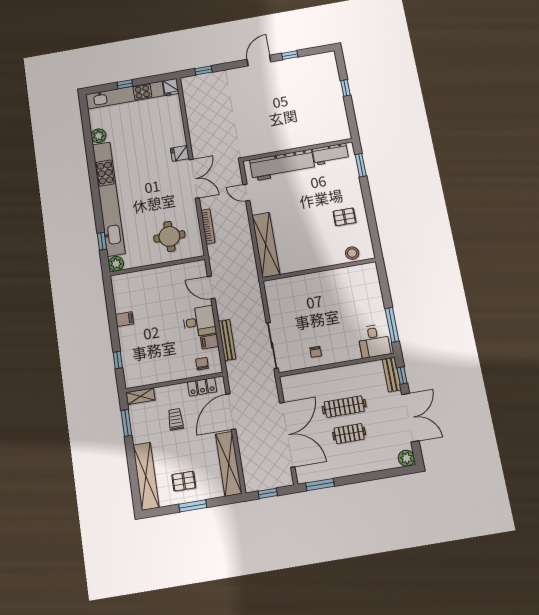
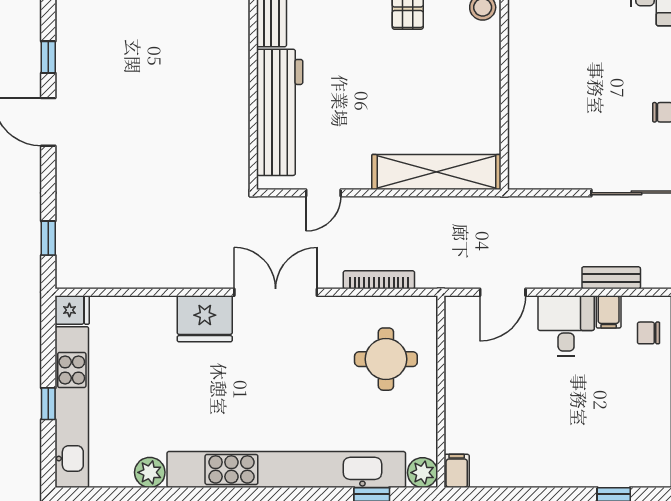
fridge: (180, 153) -> (205, 319), width x1.88, depth x1.34
filing cabinet: (124, 319) -> (457, 471), moved
bench: (227, 340) -> (611, 278), width x0.73

